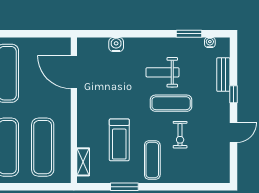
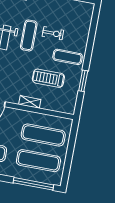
treadmill: (119, 140) -> (48, 78), turned 180
shelving: (83, 162) -> (30, 102), moved

